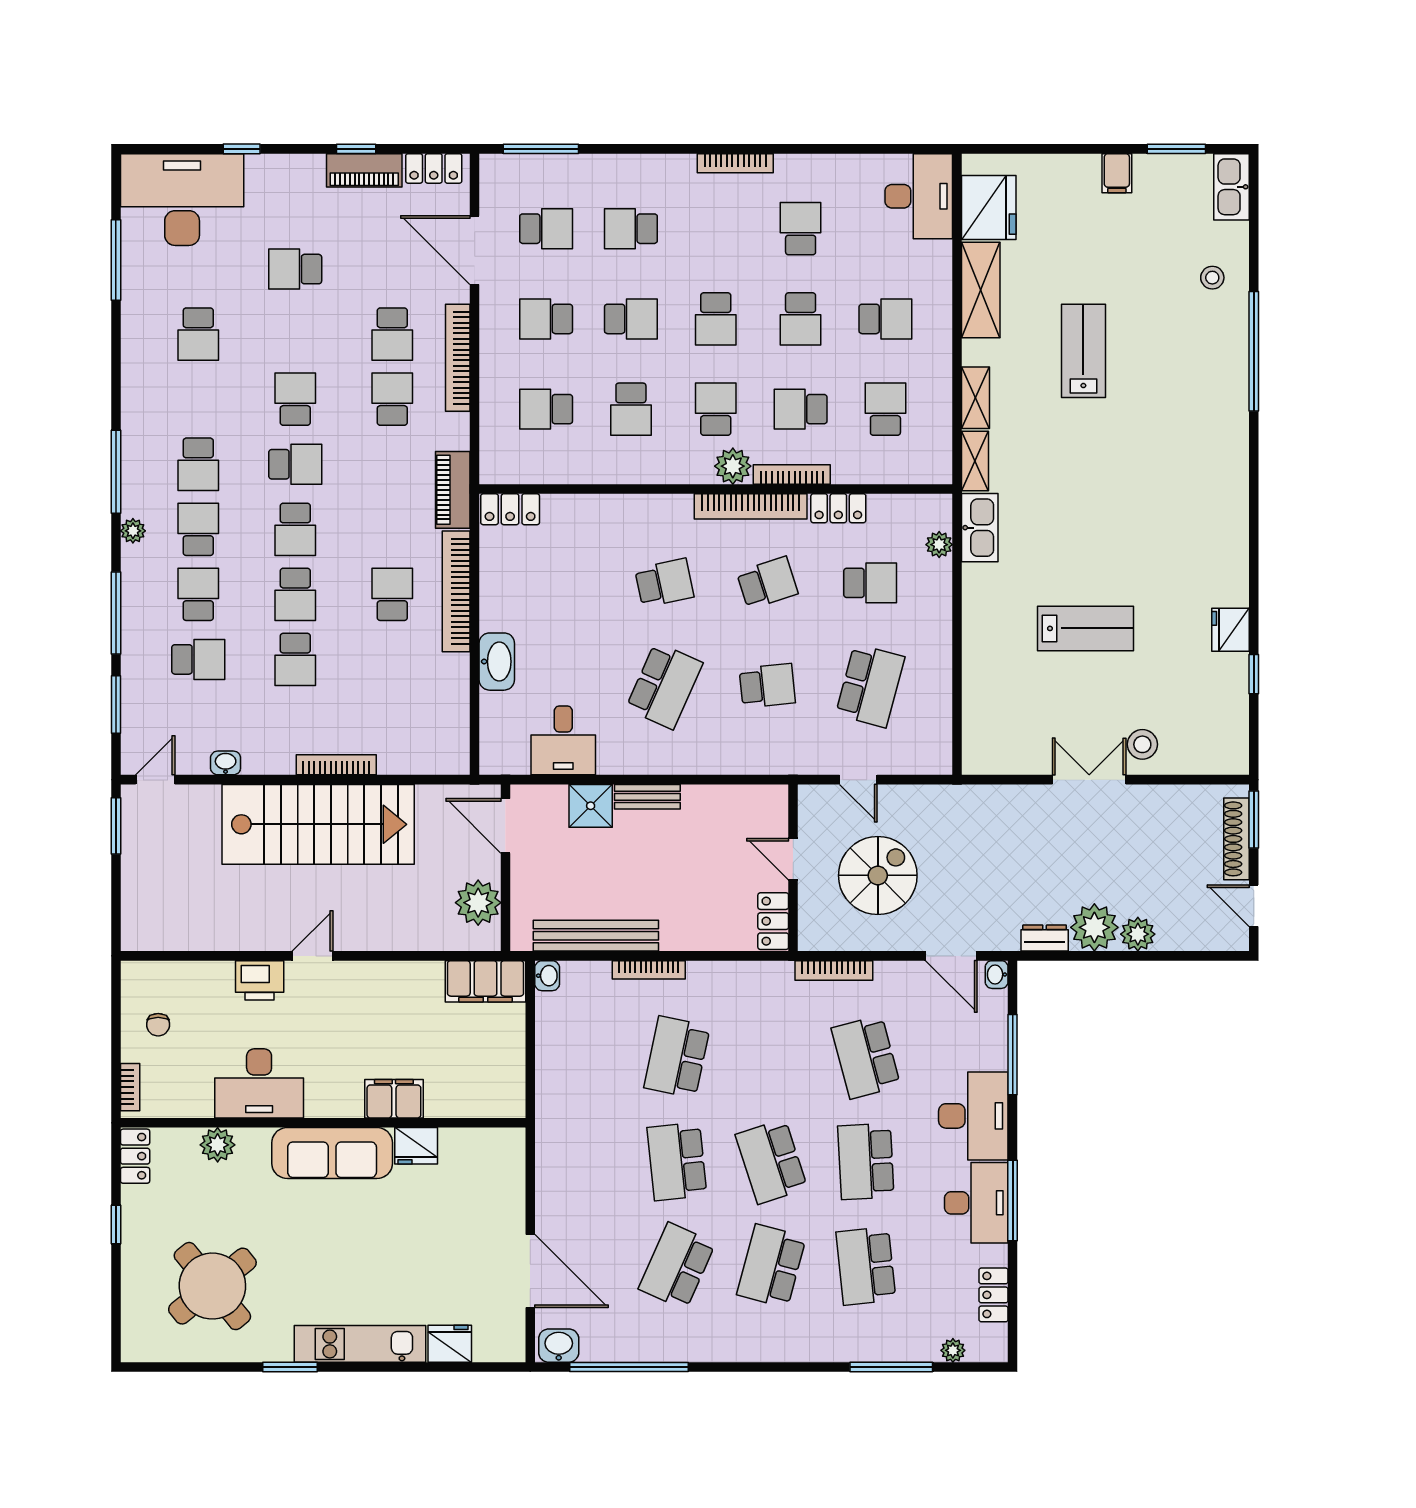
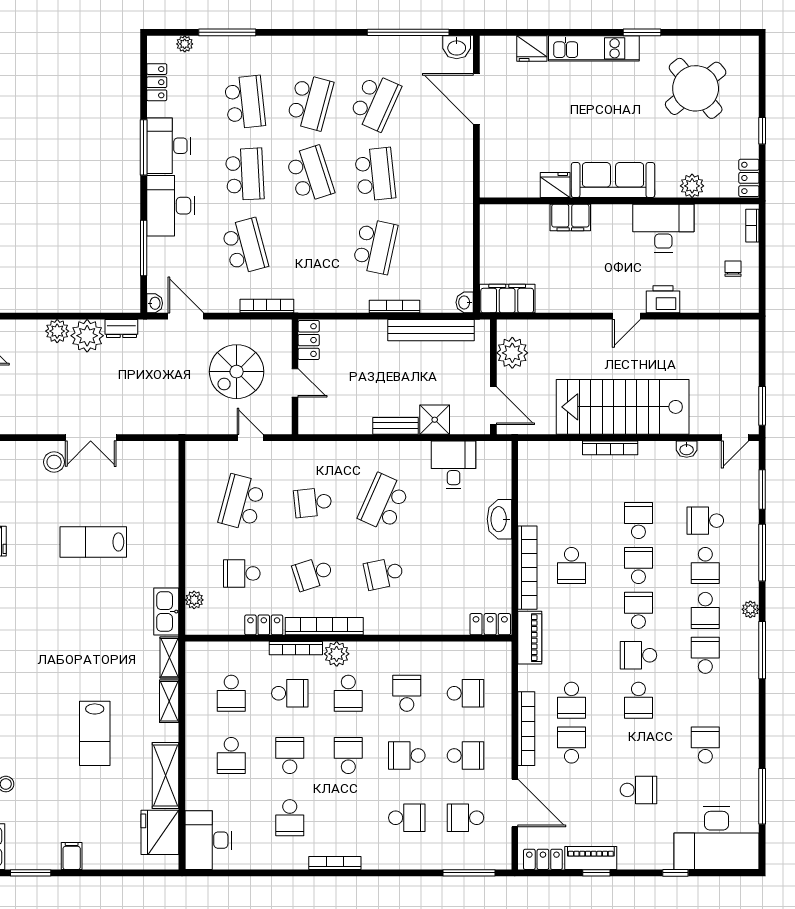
school desk: (885, 319) -> (231, 756), turned -90

